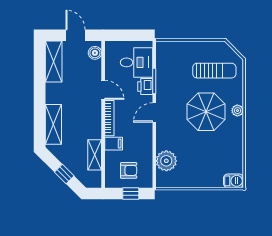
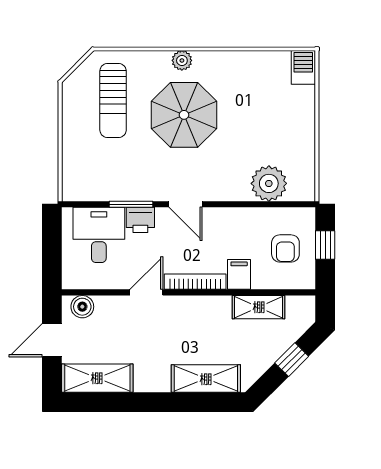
sun lounger: (214, 71) -> (113, 100), turned 180
armchair: (129, 170) -> (285, 248), turned 180

